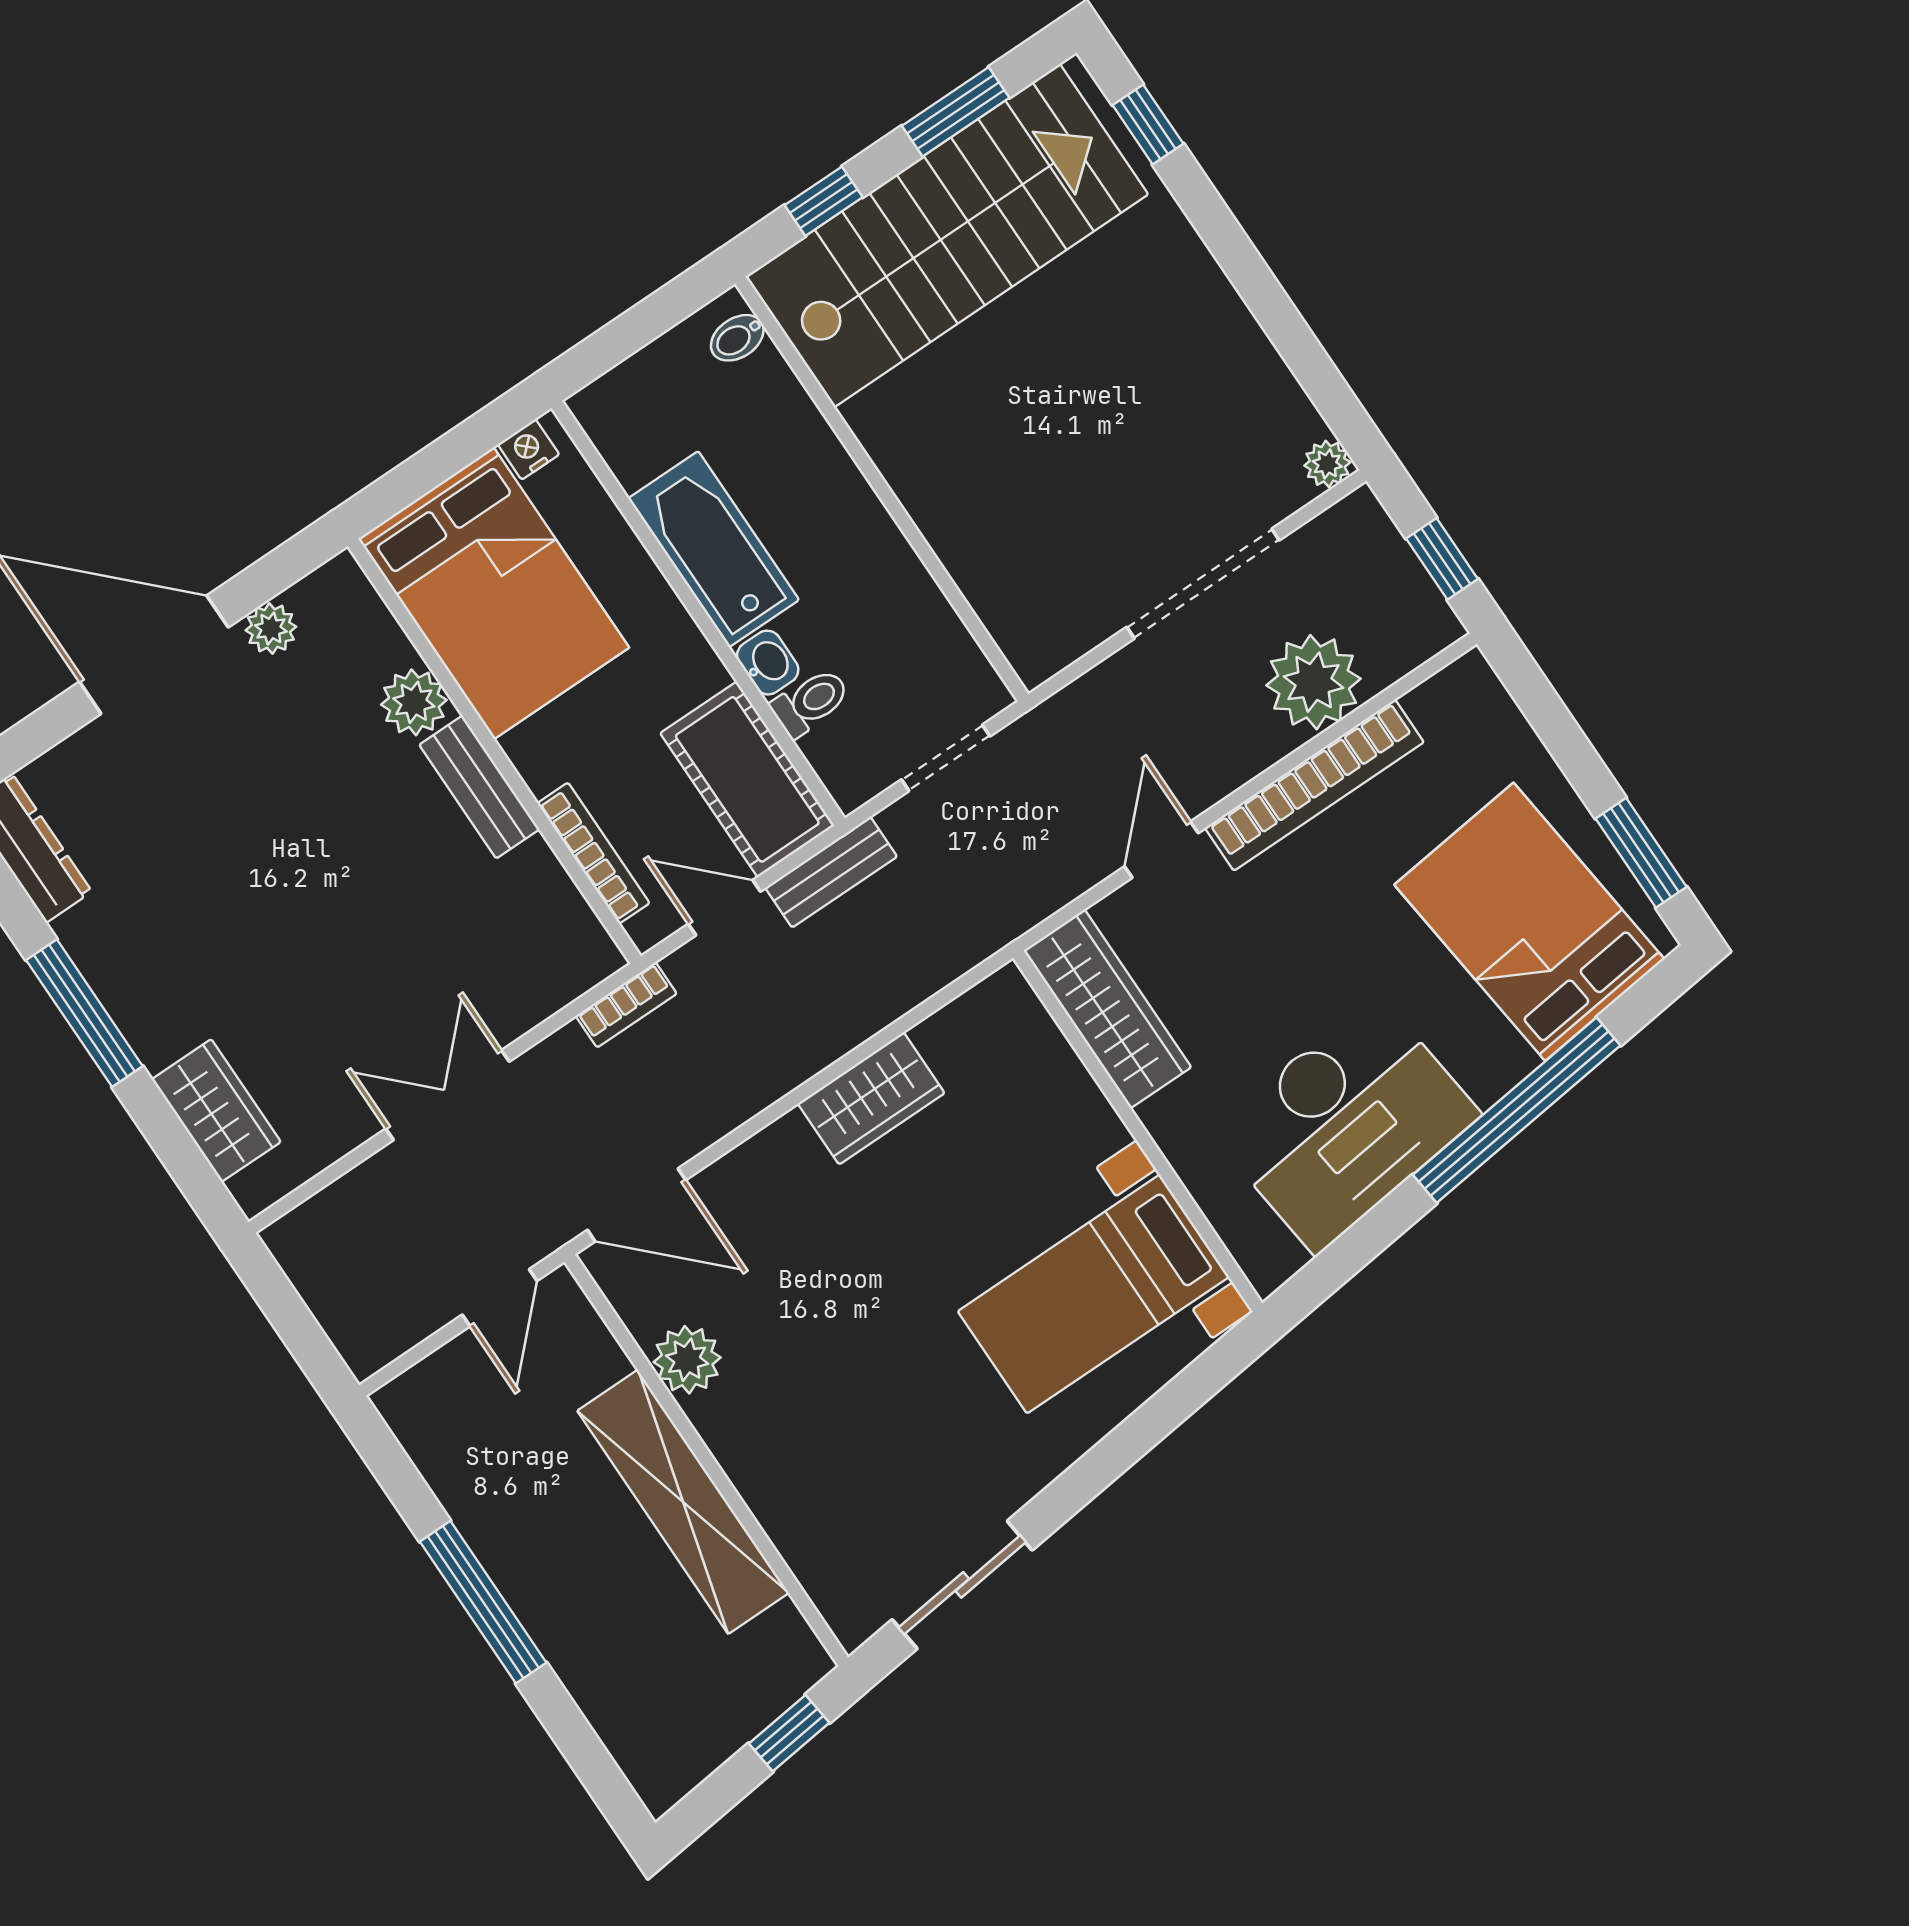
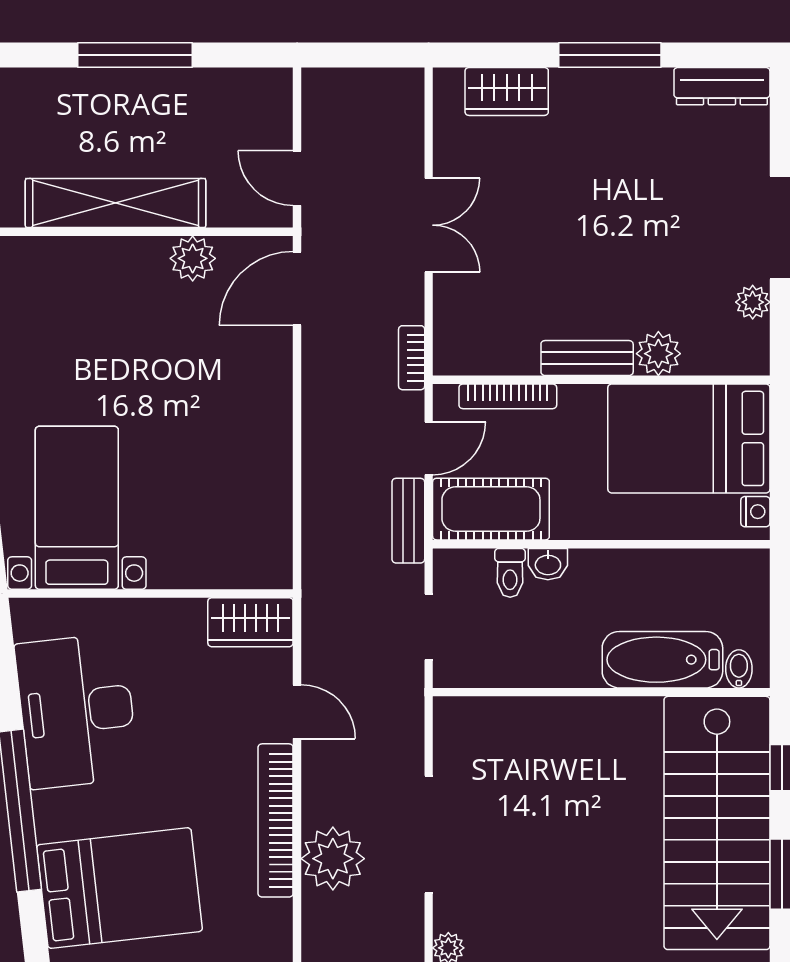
bathtub: (714, 549) -> (662, 660), moved, turned 180
wardrobe: (1107, 1009) -> (250, 622), width x0.67
wardrobe: (871, 1098) -> (268, 458), removed

